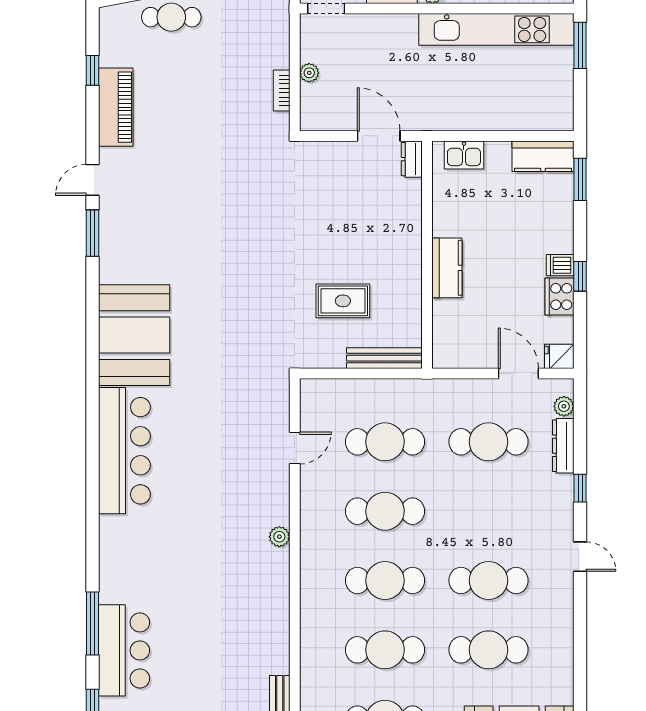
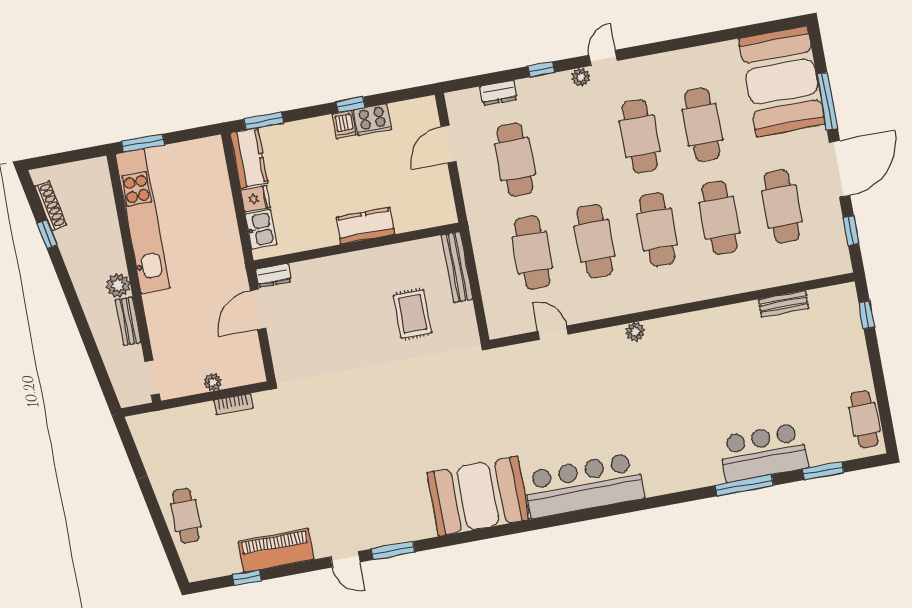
fridge: (559, 356) -> (256, 199), moved, turned -90
plant: (564, 406) -> (581, 77), moved
dresser: (563, 446) -> (499, 93), width x0.70

